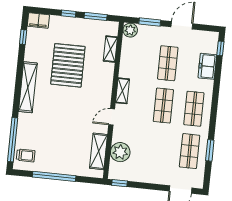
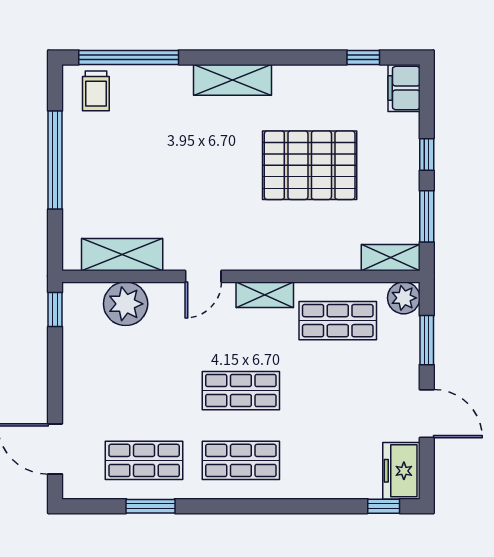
shelving: (110, 49) -> (391, 258), moved
shop shelf: (168, 63) -> (338, 321), moved
freezer: (207, 66) -> (401, 471), moved, turned -90
shelving: (28, 87) -> (232, 80), width x0.68
door: (112, 117) -> (203, 276), swing flipped

